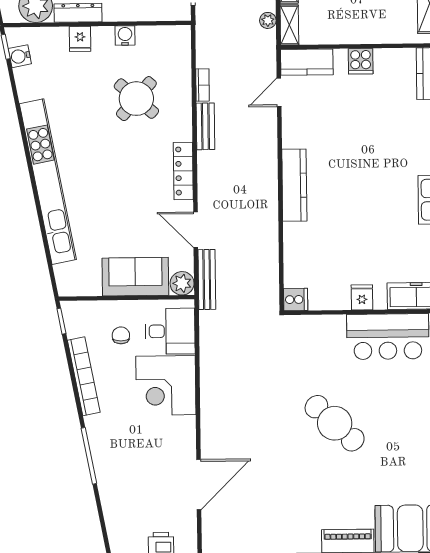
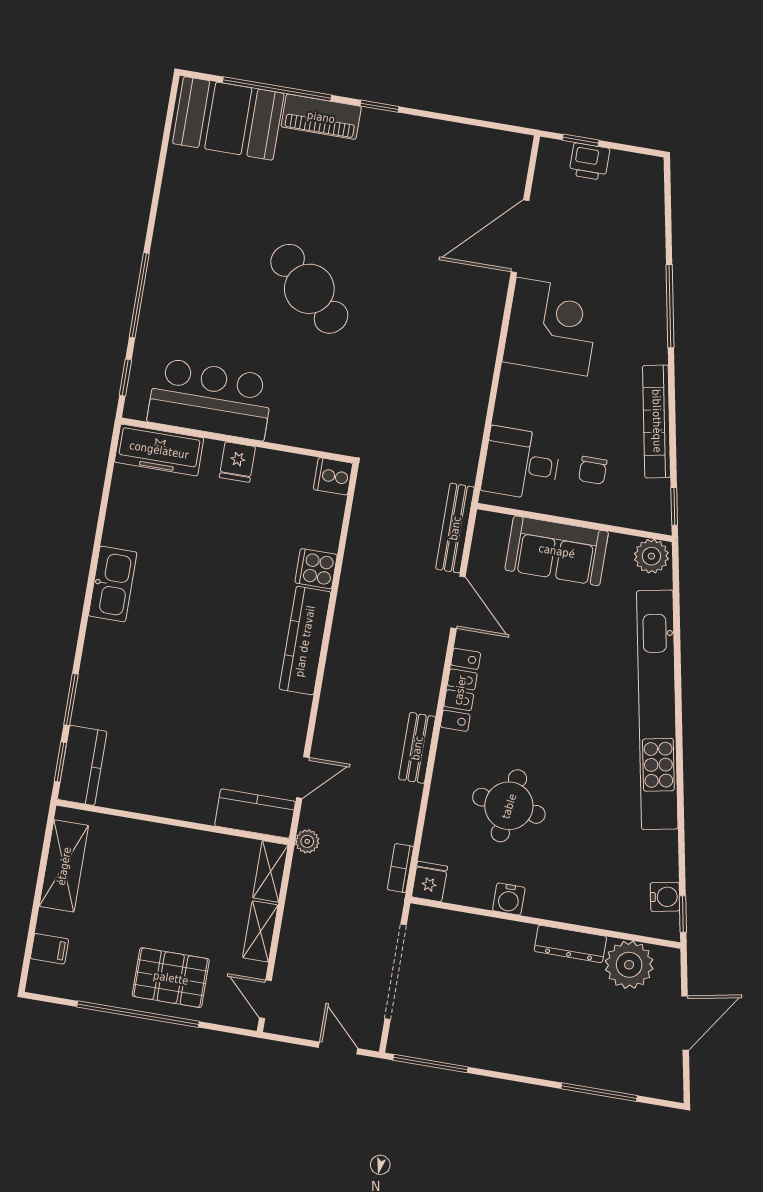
plant: (268, 20) -> (307, 841), moved
fridge: (80, 39) -> (430, 882), moved
cooker: (361, 61) -> (316, 569), moved, turned -90
bookcase: (203, 85) -> (400, 868), moved
round table: (136, 99) -> (509, 806), turned -33
plant: (182, 283) -> (651, 556), moved
corner desk: (166, 385) -> (552, 327), moved

